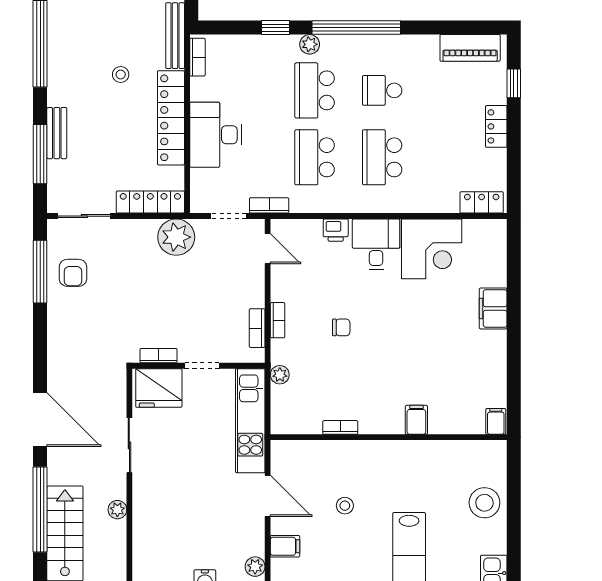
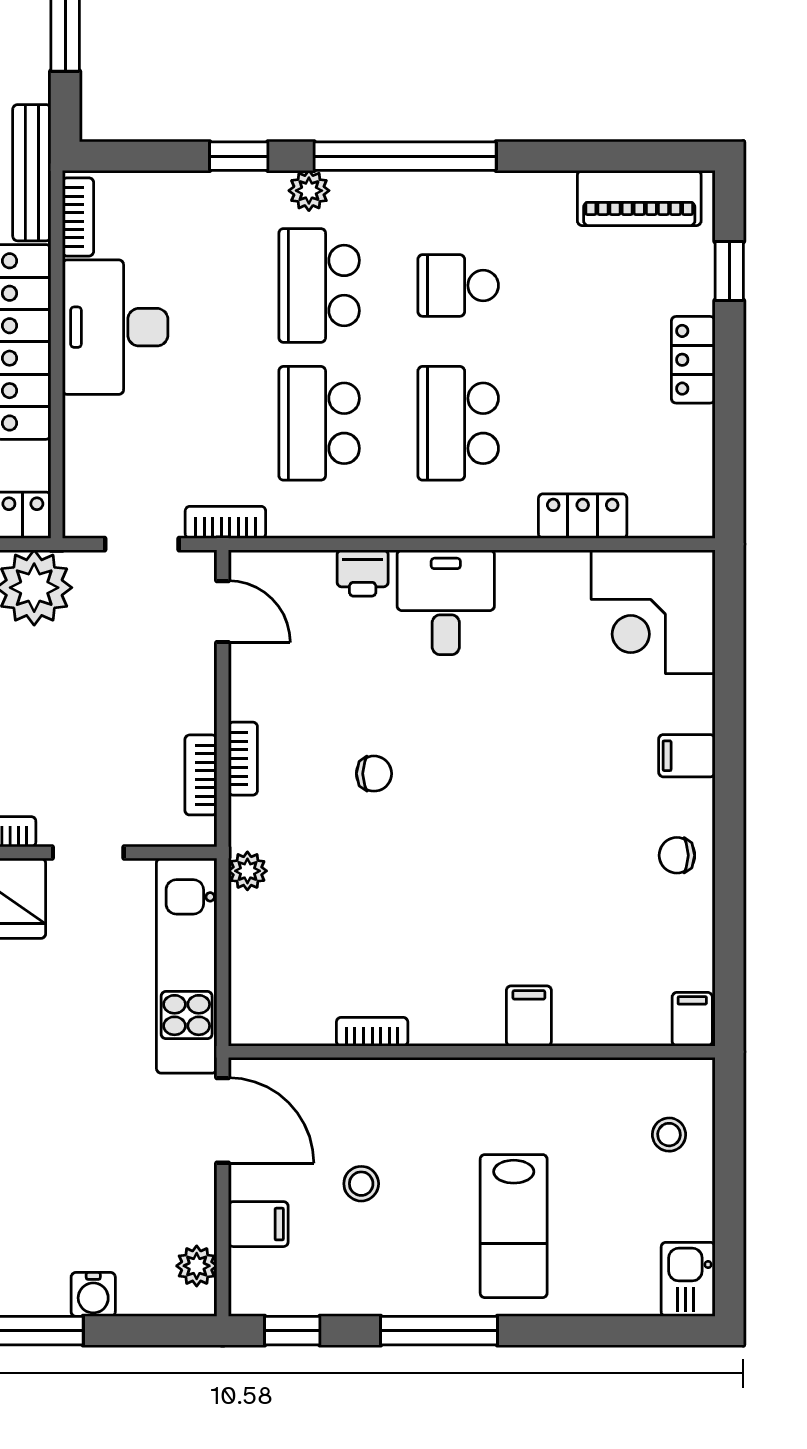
desk: (215, 135) -> (115, 327), moved
locker: (482, 202) -> (583, 516), moved
corner desk: (432, 249) -> (653, 612), moved, turned 90
filing cabinet: (493, 308) -> (687, 756), width x0.50
chair: (488, 367) -> (677, 855), added
filing cabinet: (416, 420) -> (529, 1016), moved
filing cabinet: (496, 421) -> (692, 1019), moved
bookcase: (340, 427) -> (372, 1032), moved
wall: (389, 437) -> (472, 1052), moved
stool: (484, 503) -> (669, 1135), width x0.53, depth x0.53
stool: (345, 506) -> (361, 1184), moved

